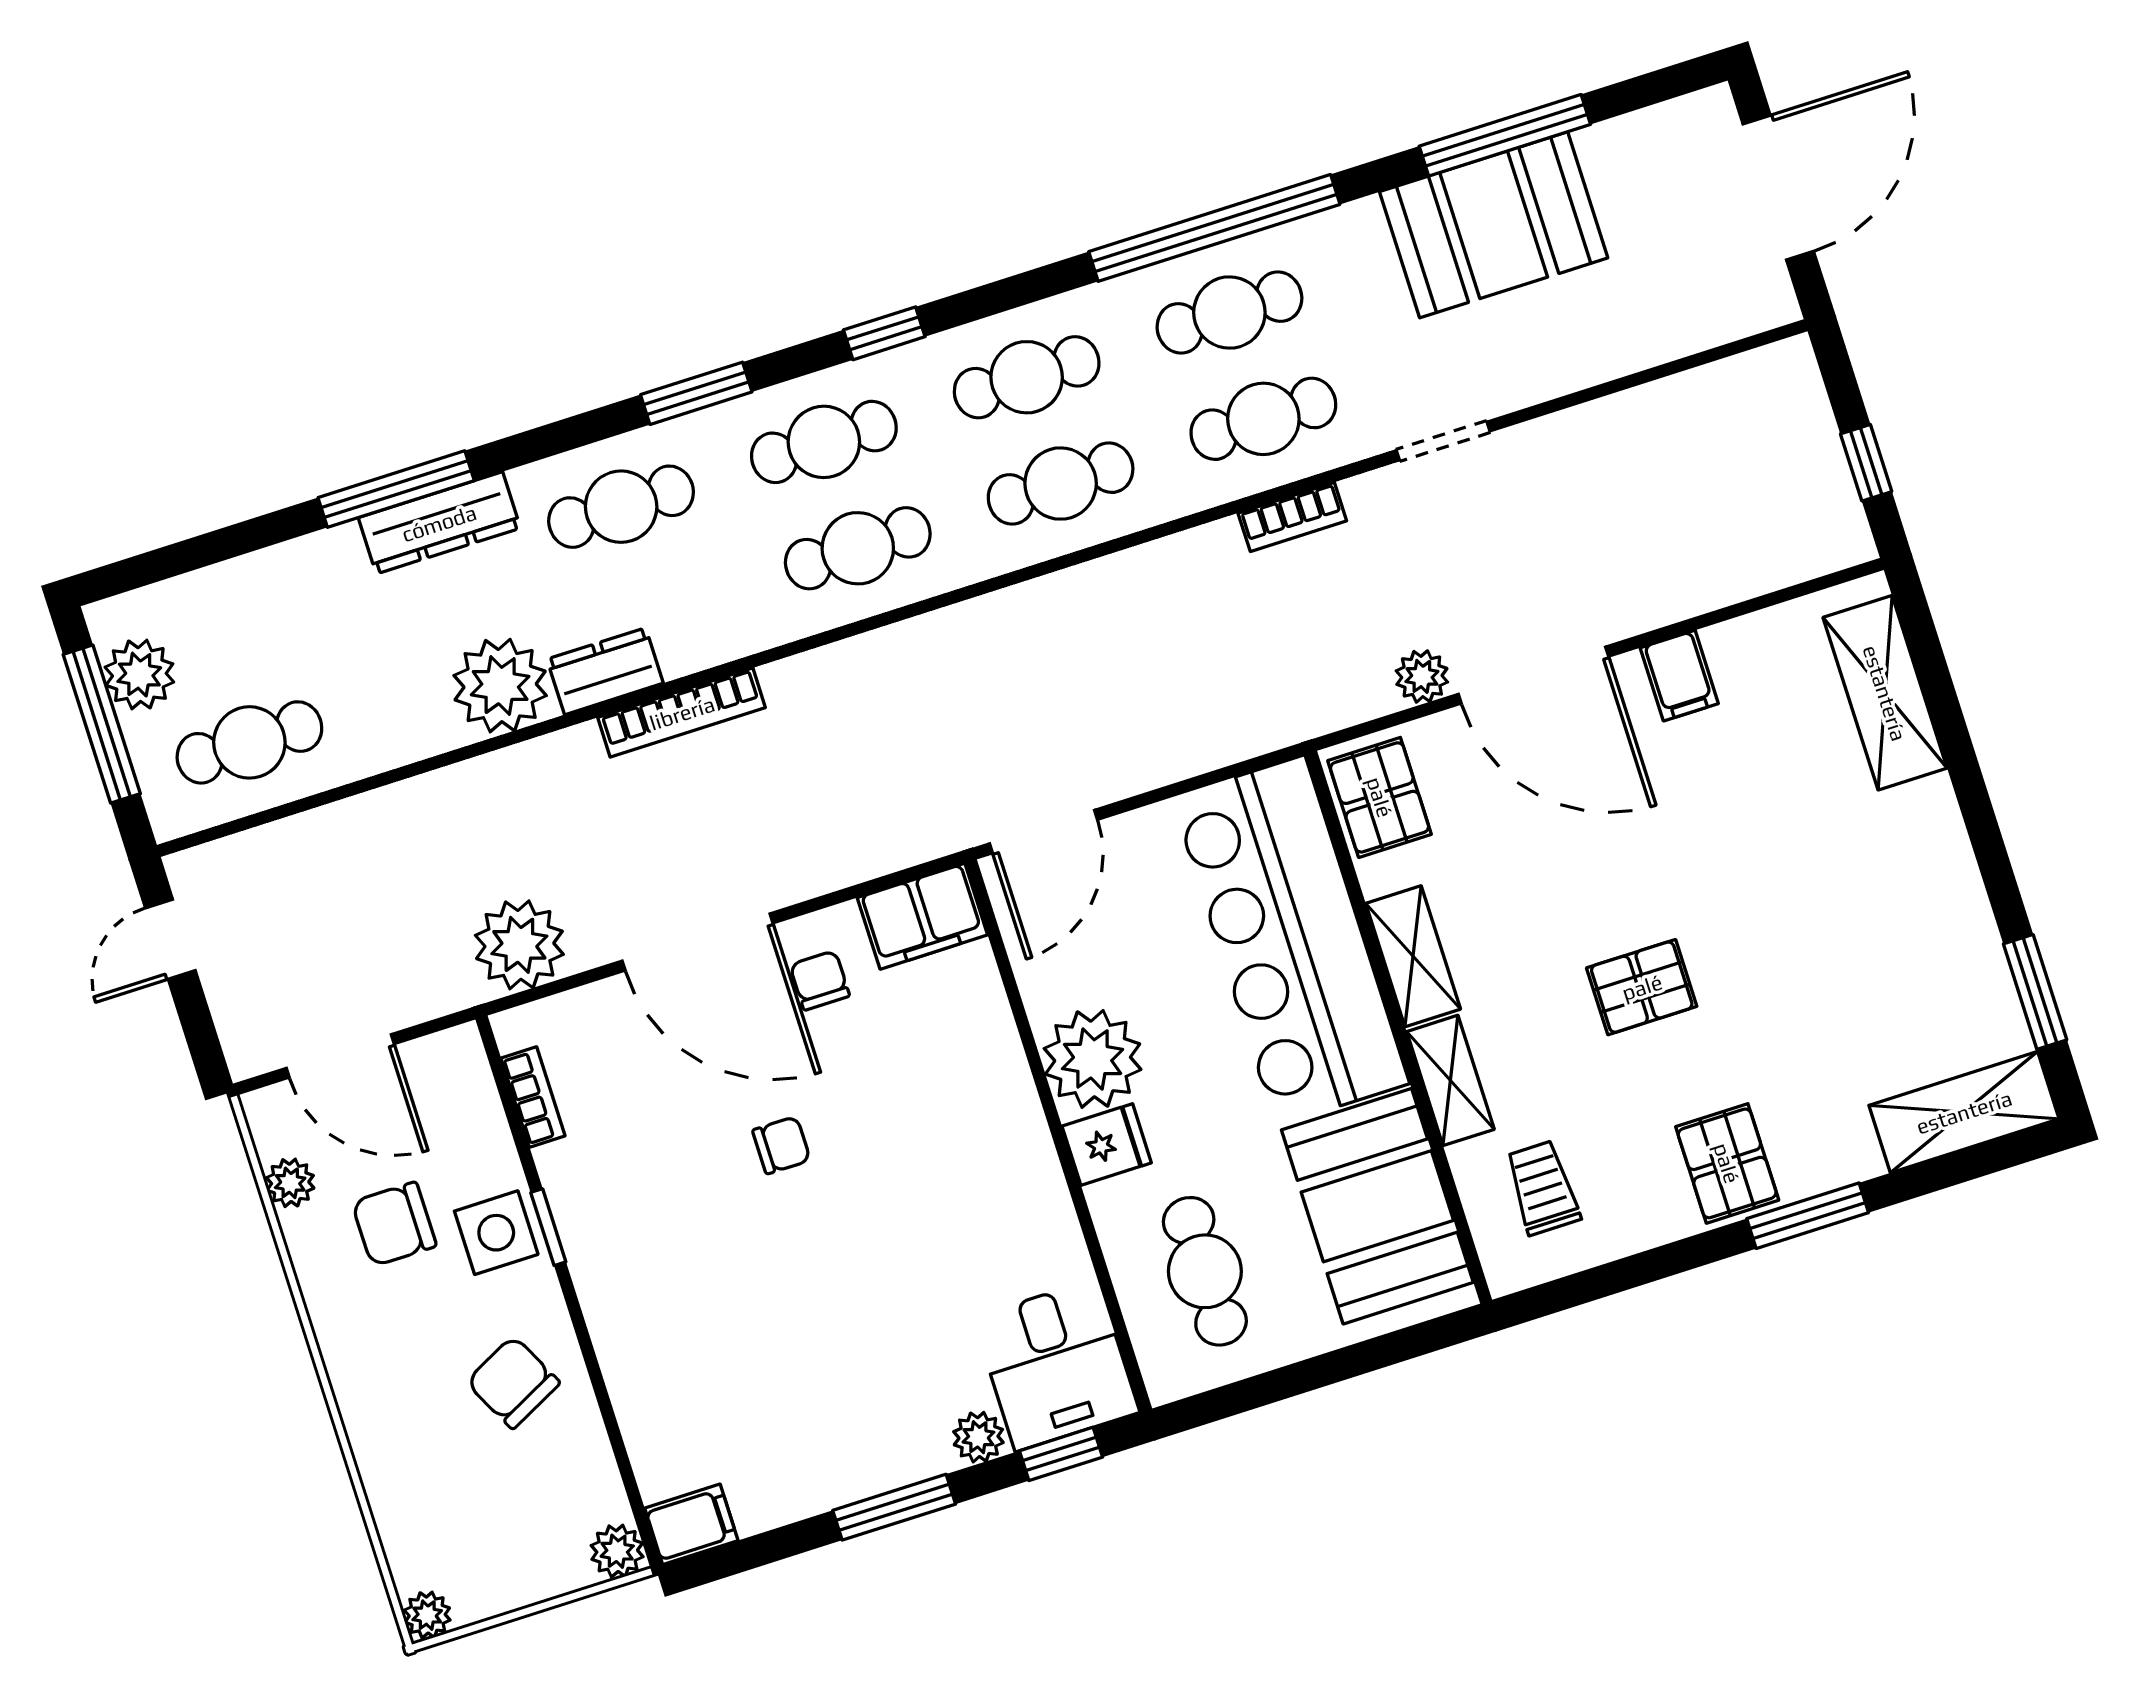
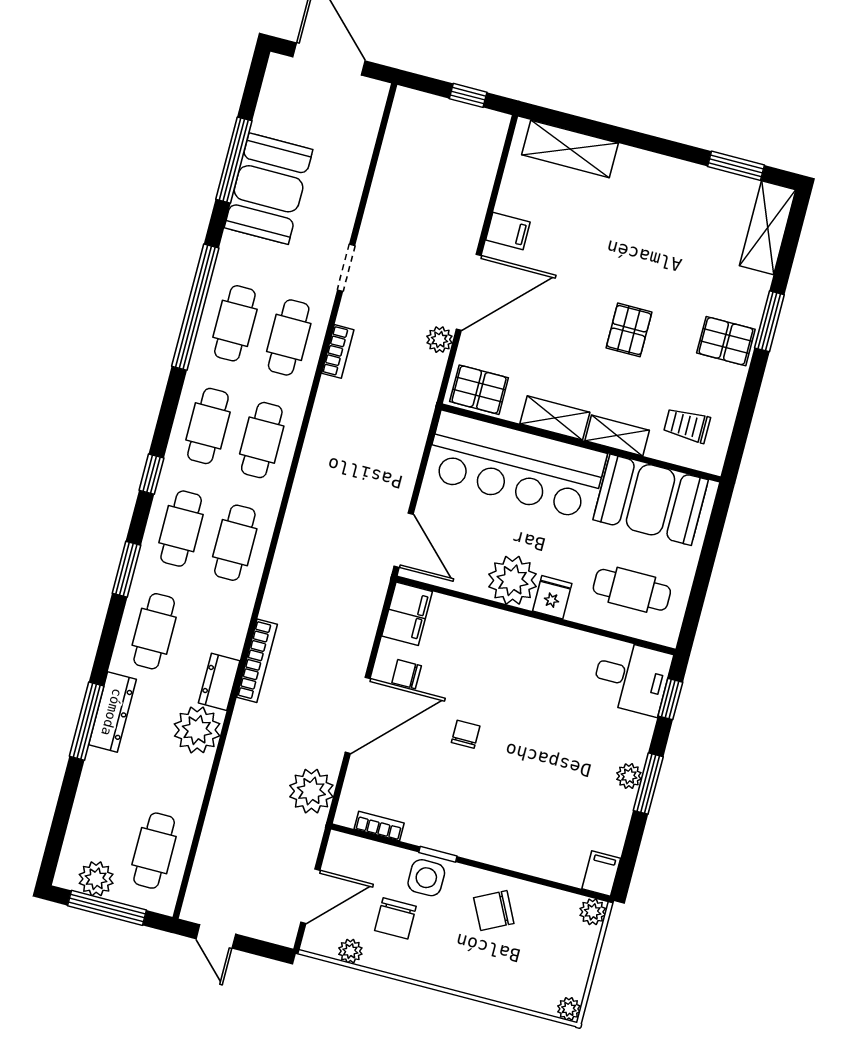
plant: (978, 1437) -> (629, 776), moved

